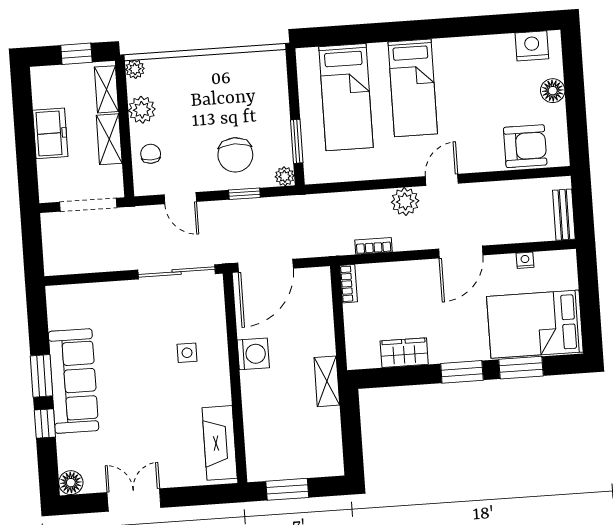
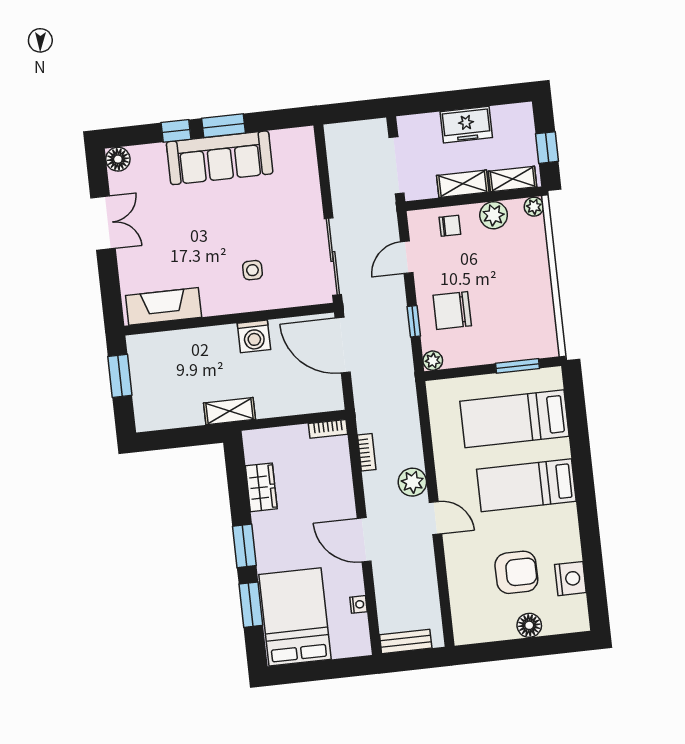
nightstand: (532, 46) -> (570, 579), moved
window: (297, 141) -> (518, 366), moved
armchair: (525, 146) -> (516, 572), moved, turned -90

